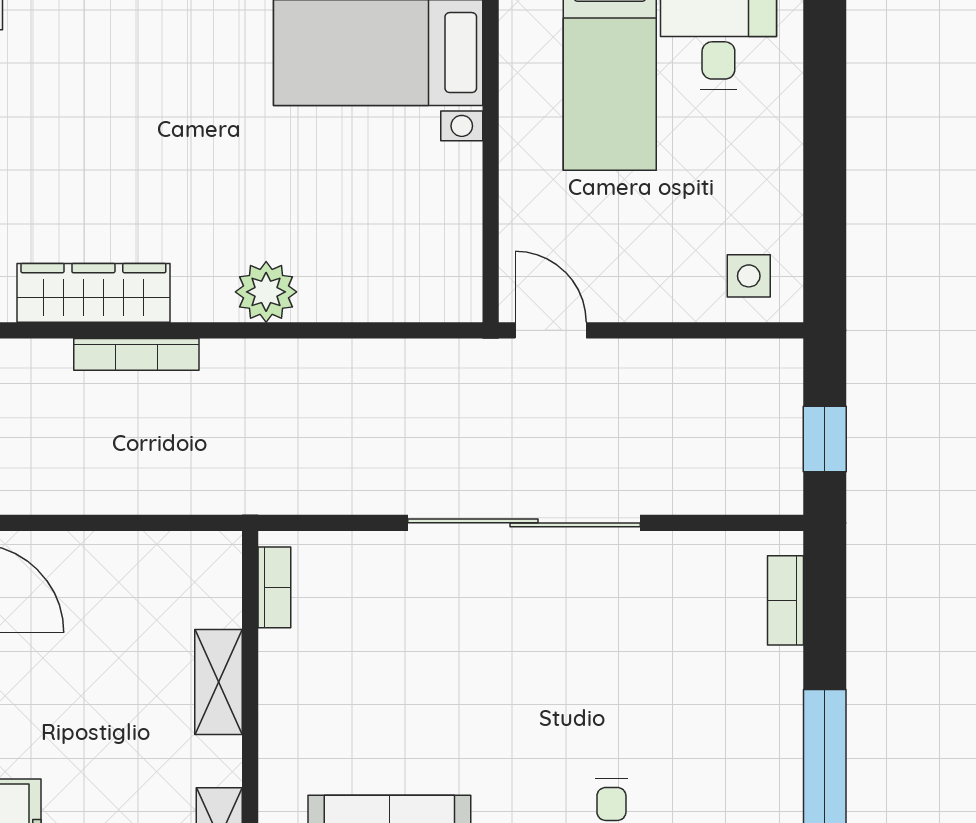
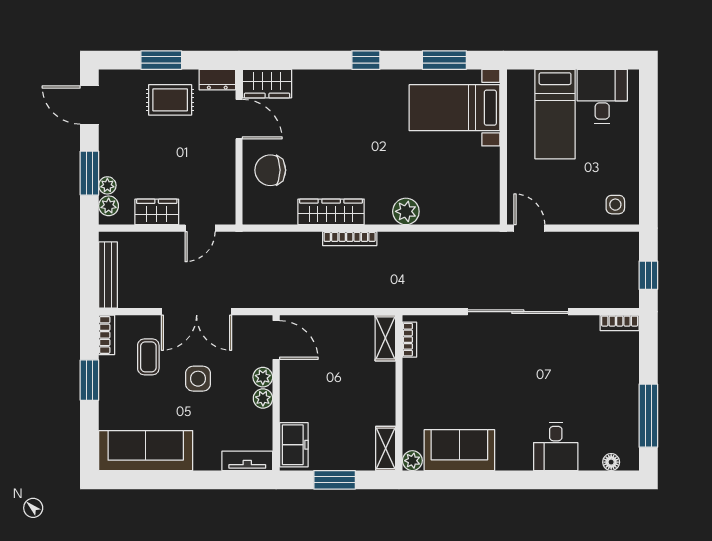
bookcase: (786, 600) -> (620, 323), moved, turned -90
shelving: (218, 682) -> (385, 338), moved

